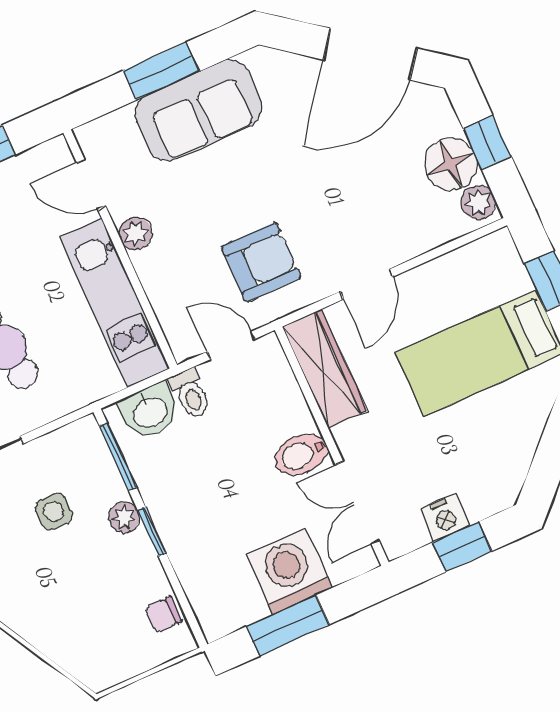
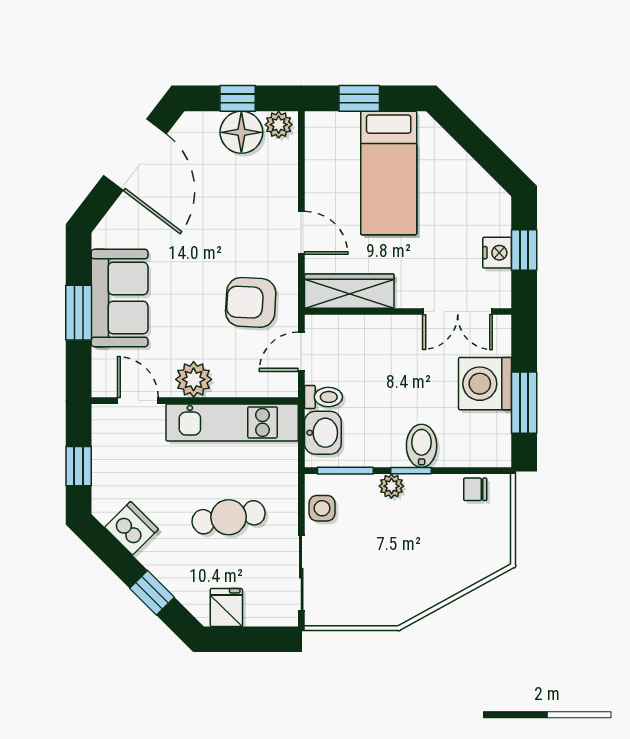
door: (91, 184) -> (138, 401), swing flipped
plant: (136, 234) -> (194, 379), width x1.38, depth x1.38
armchair: (261, 262) -> (251, 302), turned -87
bidet: (301, 454) -> (422, 446), moved, turned 180
side table: (54, 511) -> (322, 508), moved
chair: (164, 614) -> (475, 489), turned 90

